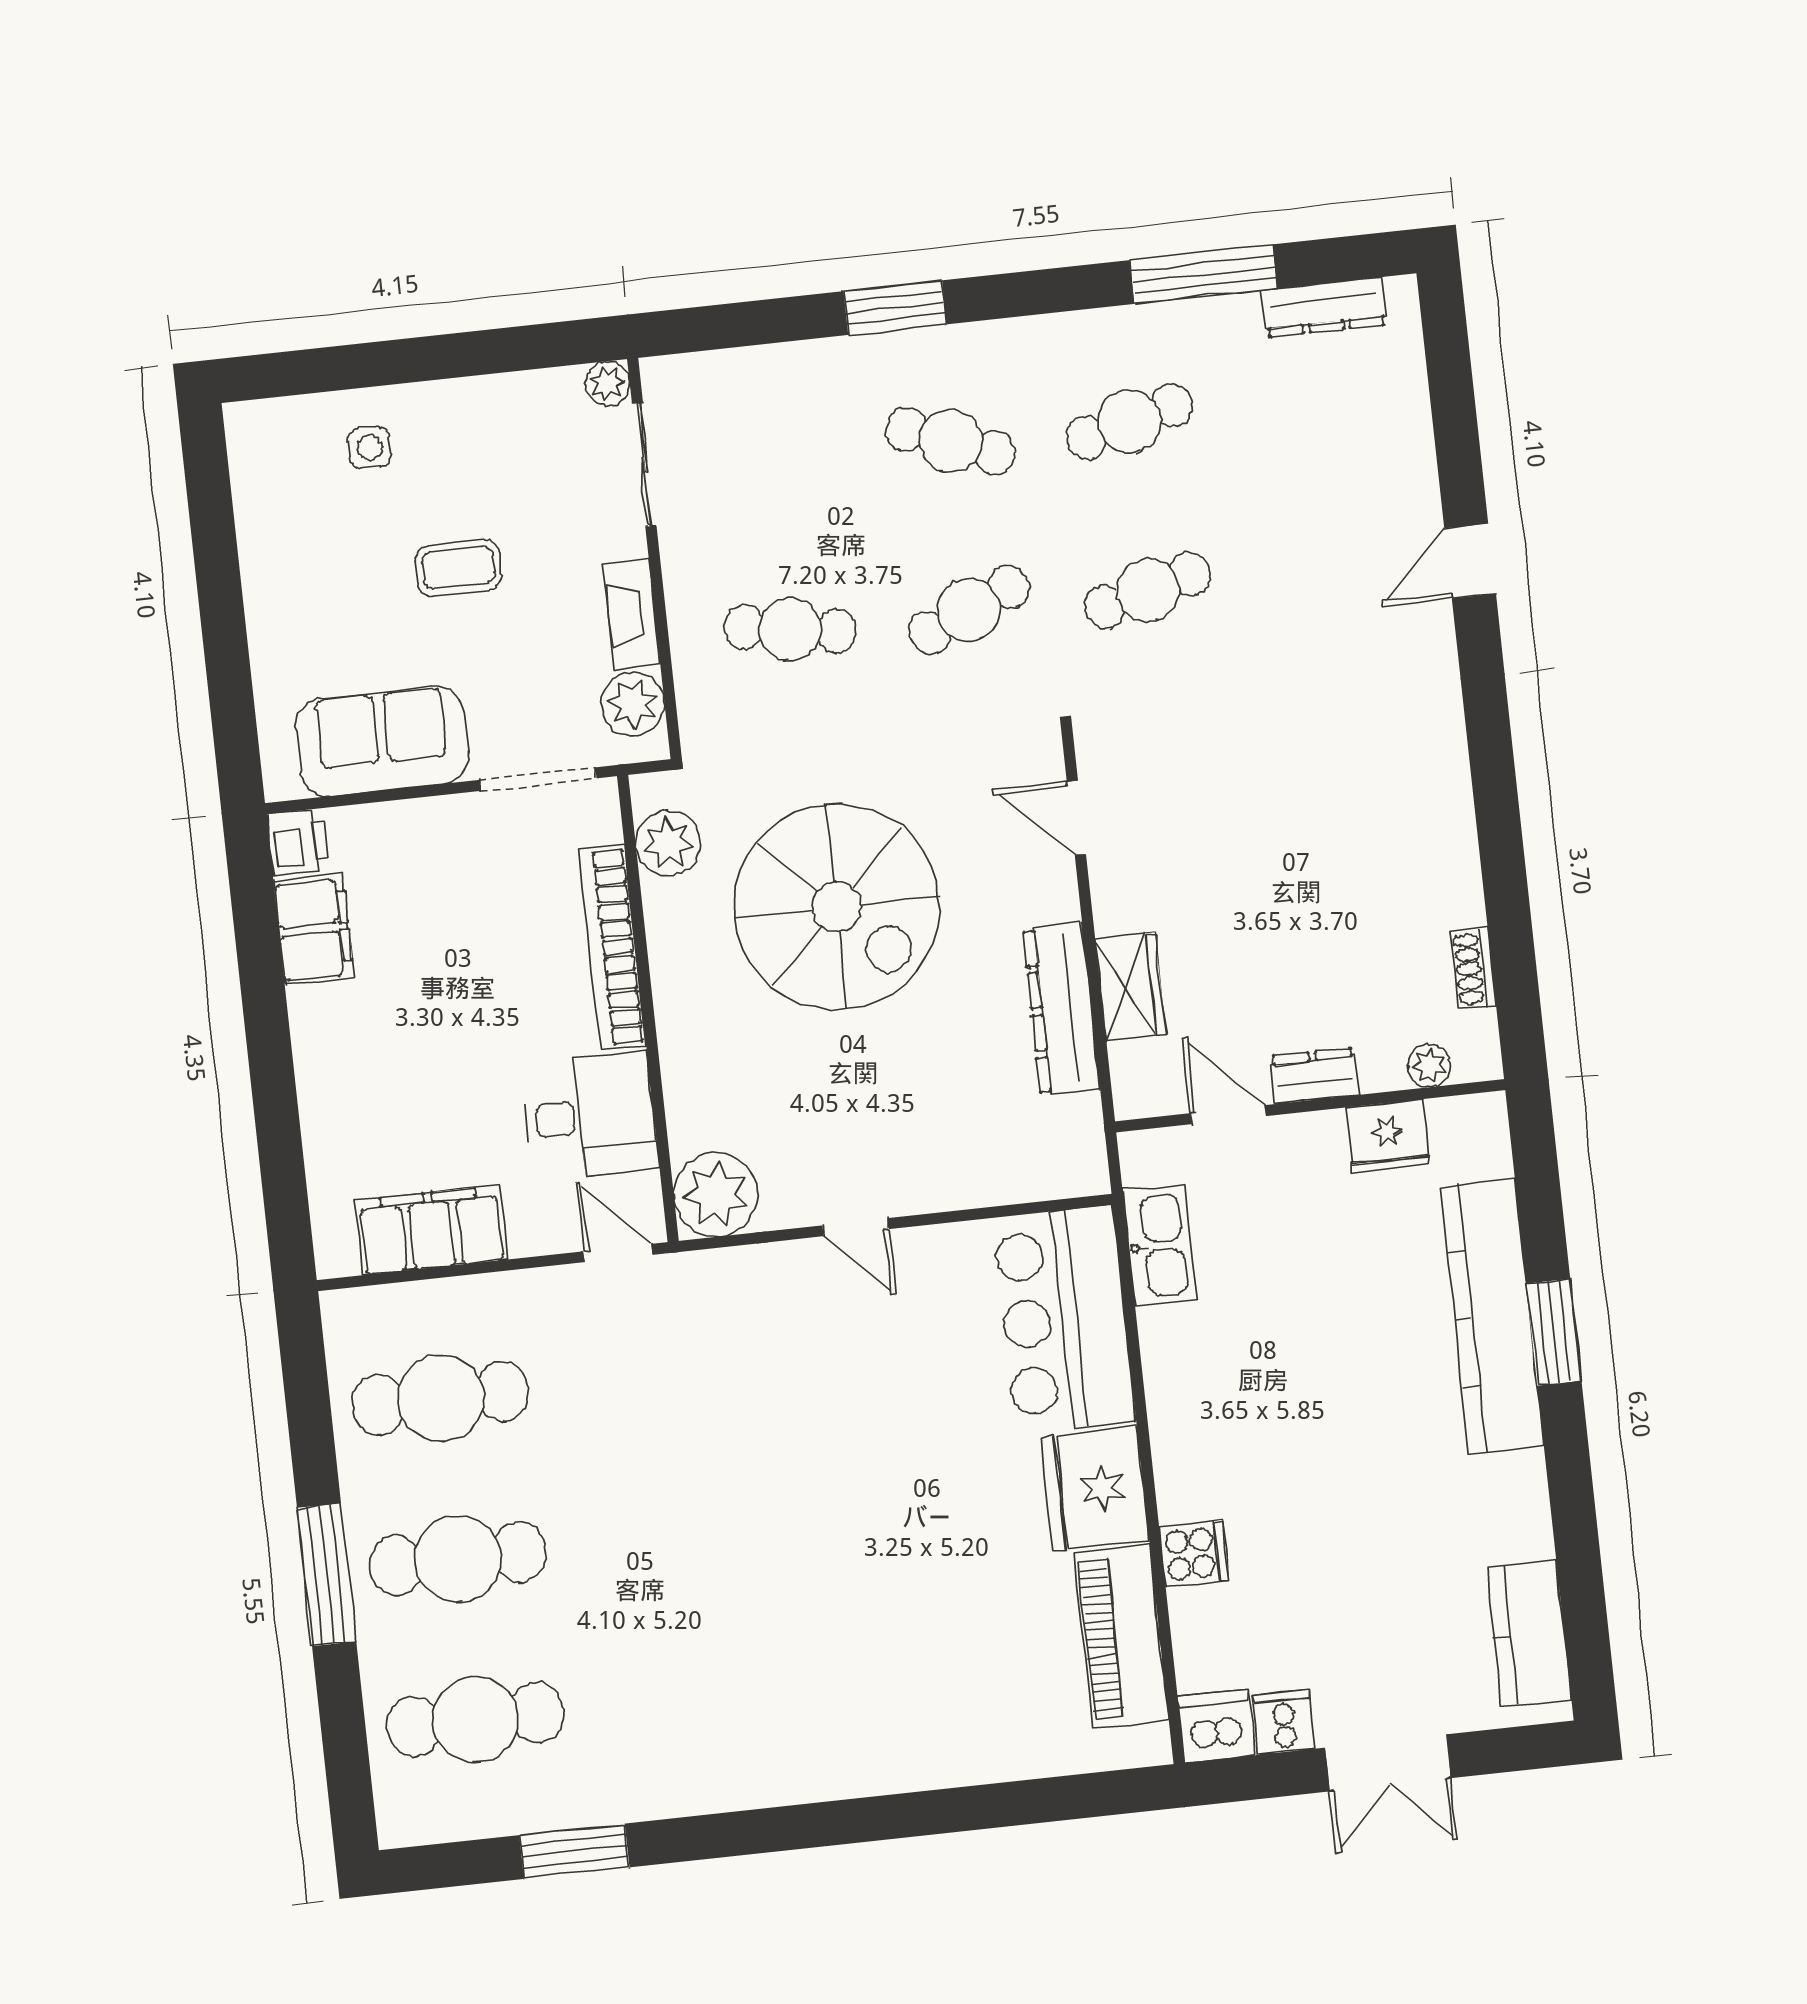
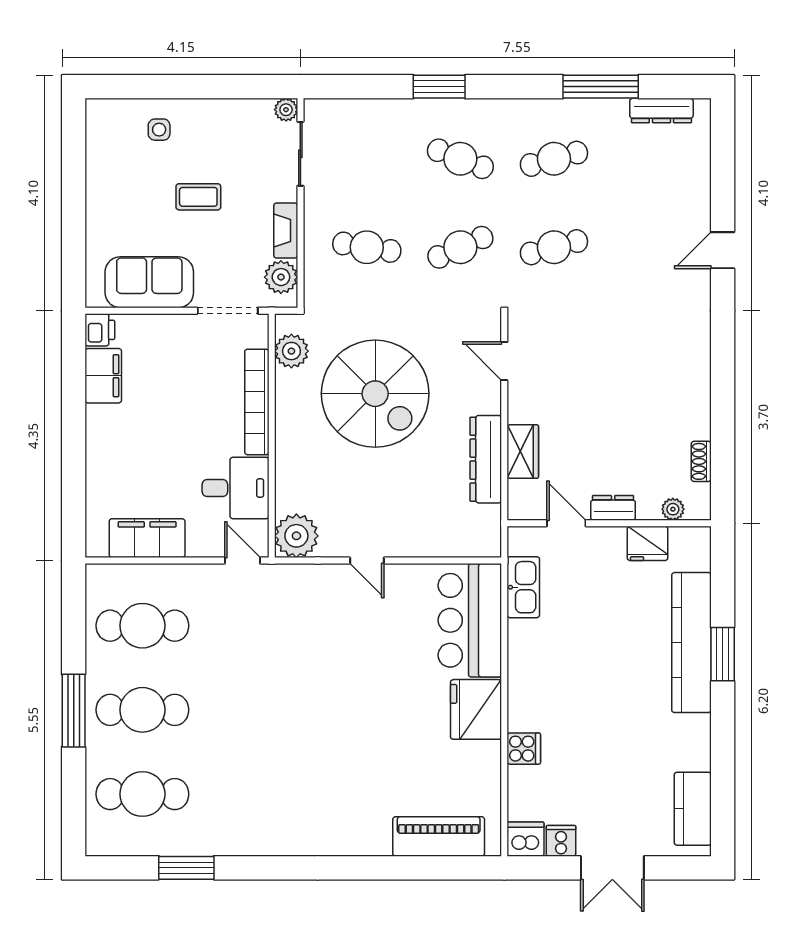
piano: (1121, 1637) -> (439, 836), moved, turned 90

